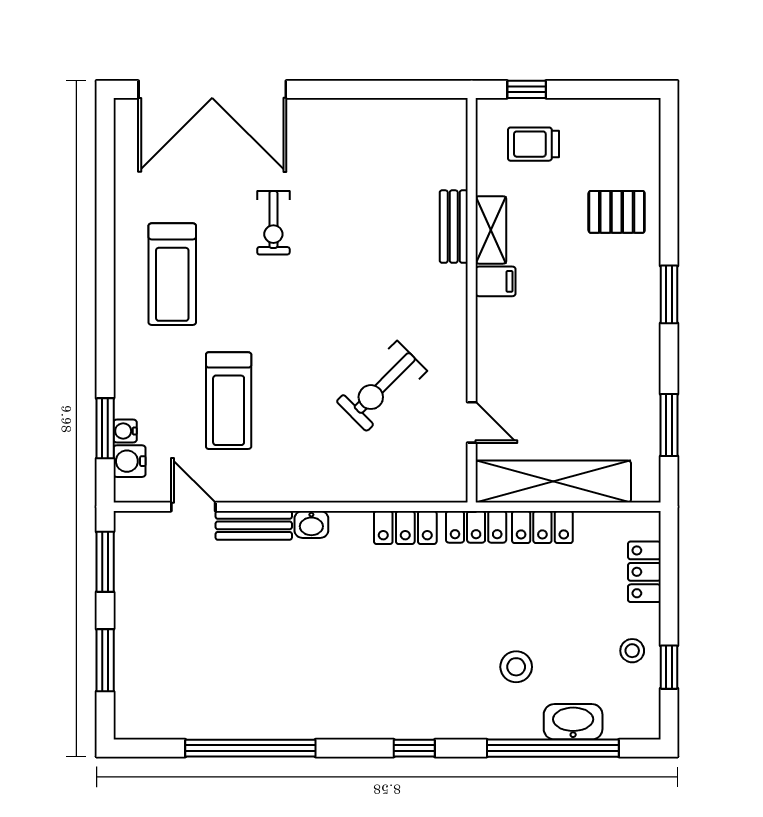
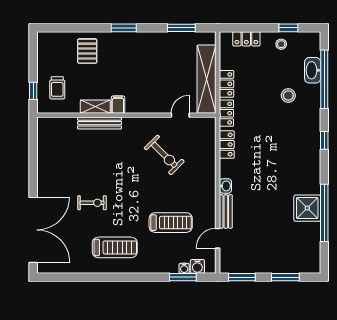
bench: (454, 227) -> (100, 123), width x1.36
shower: (261, 710) -> (307, 208), added

